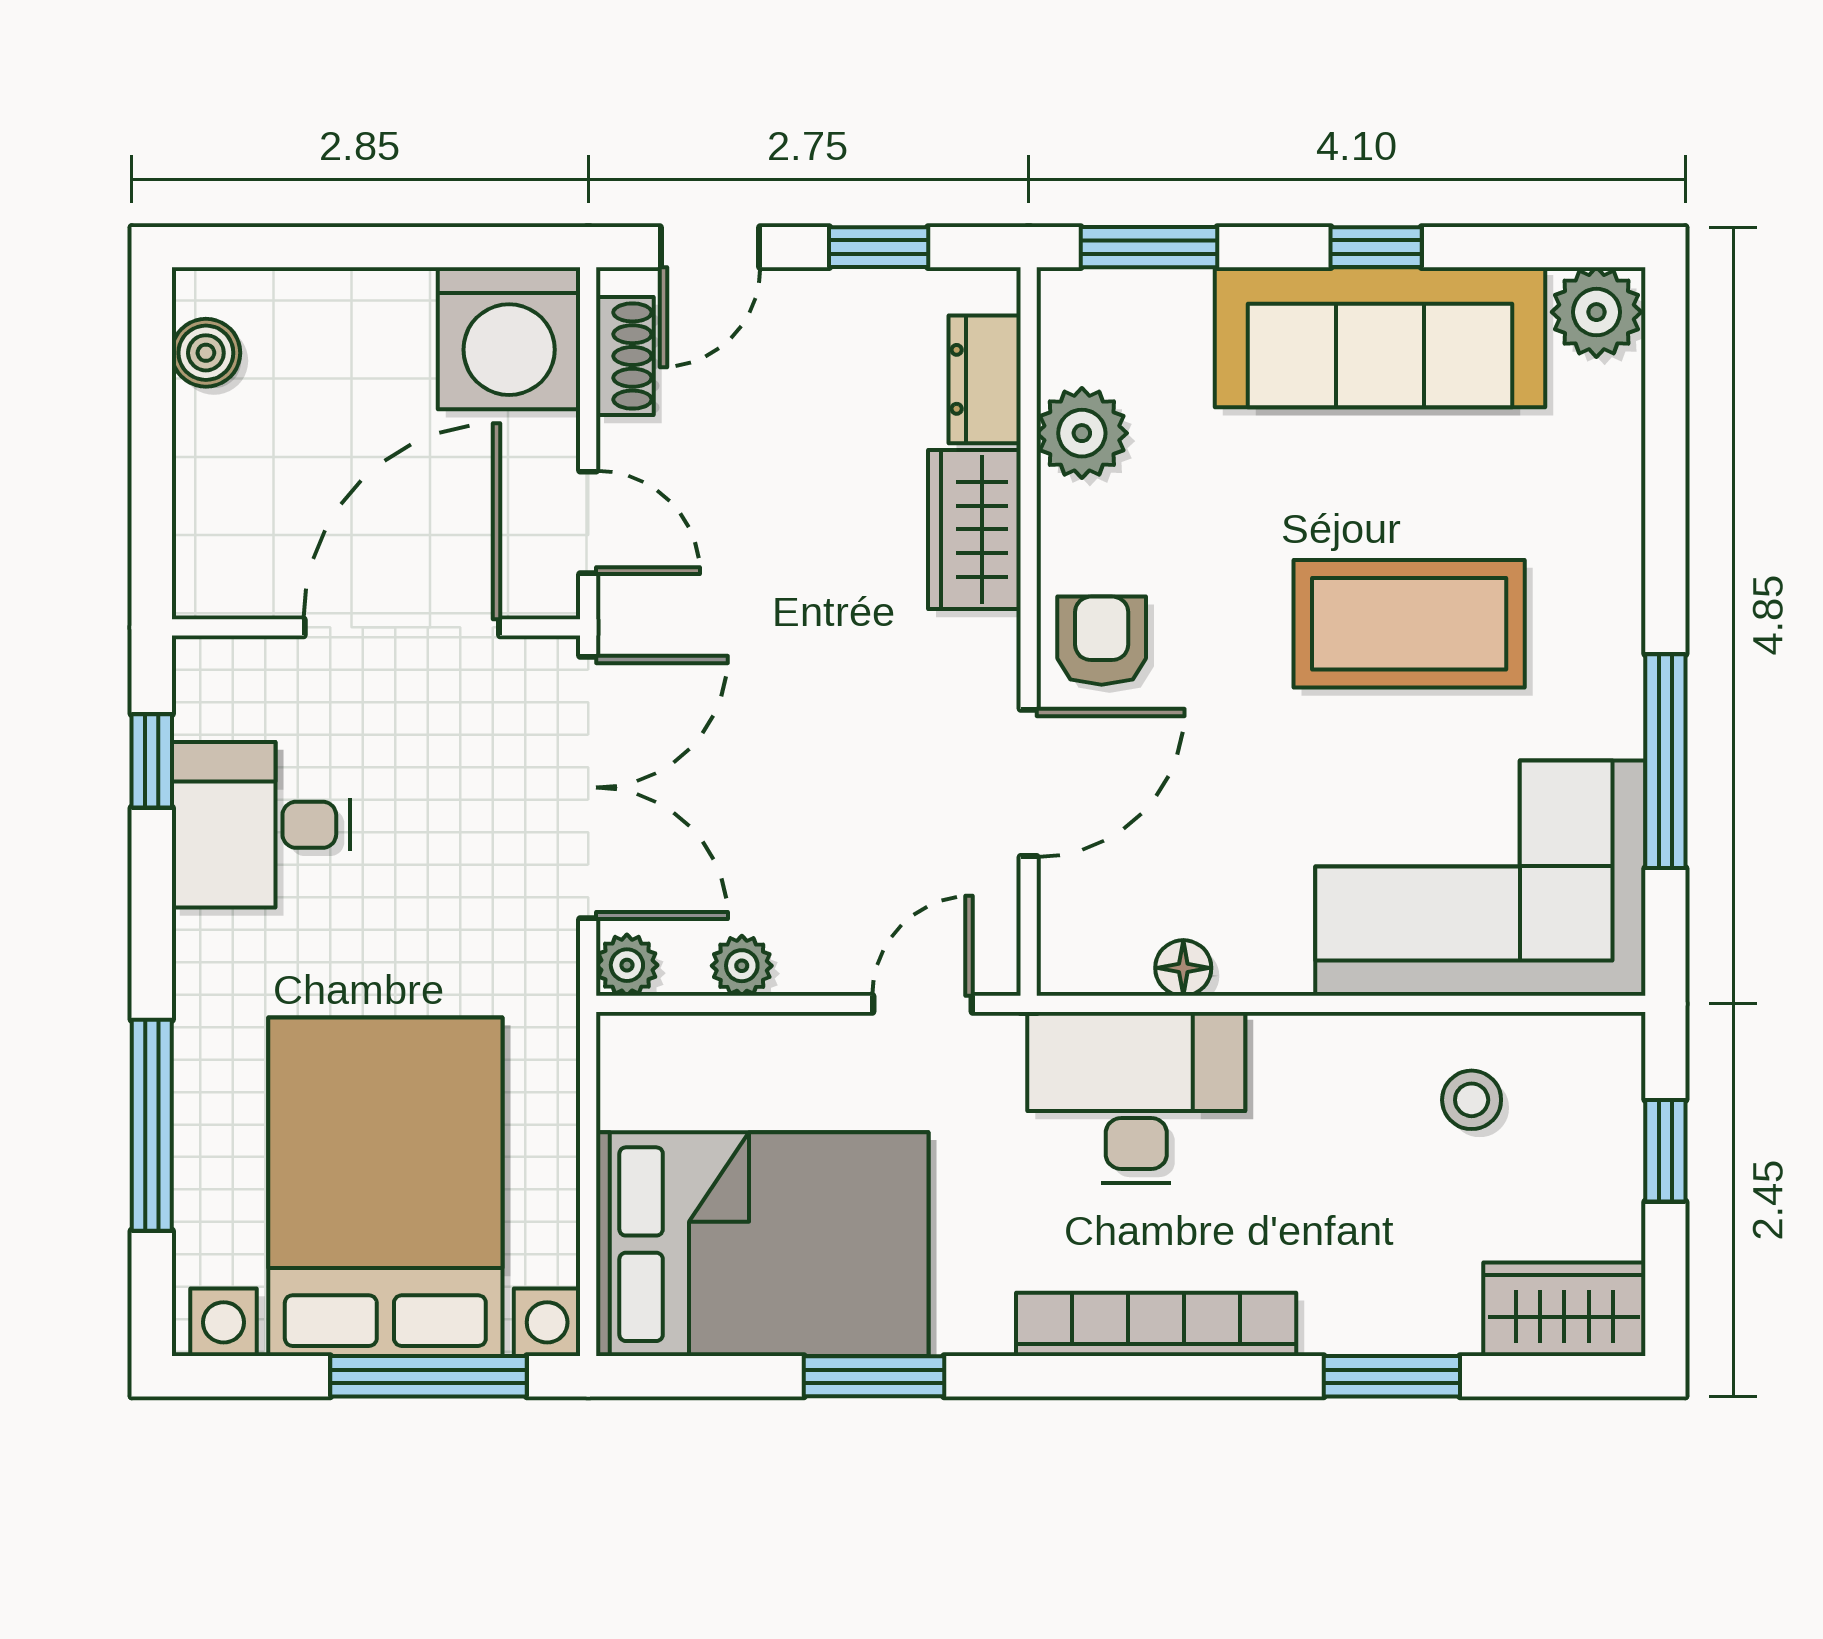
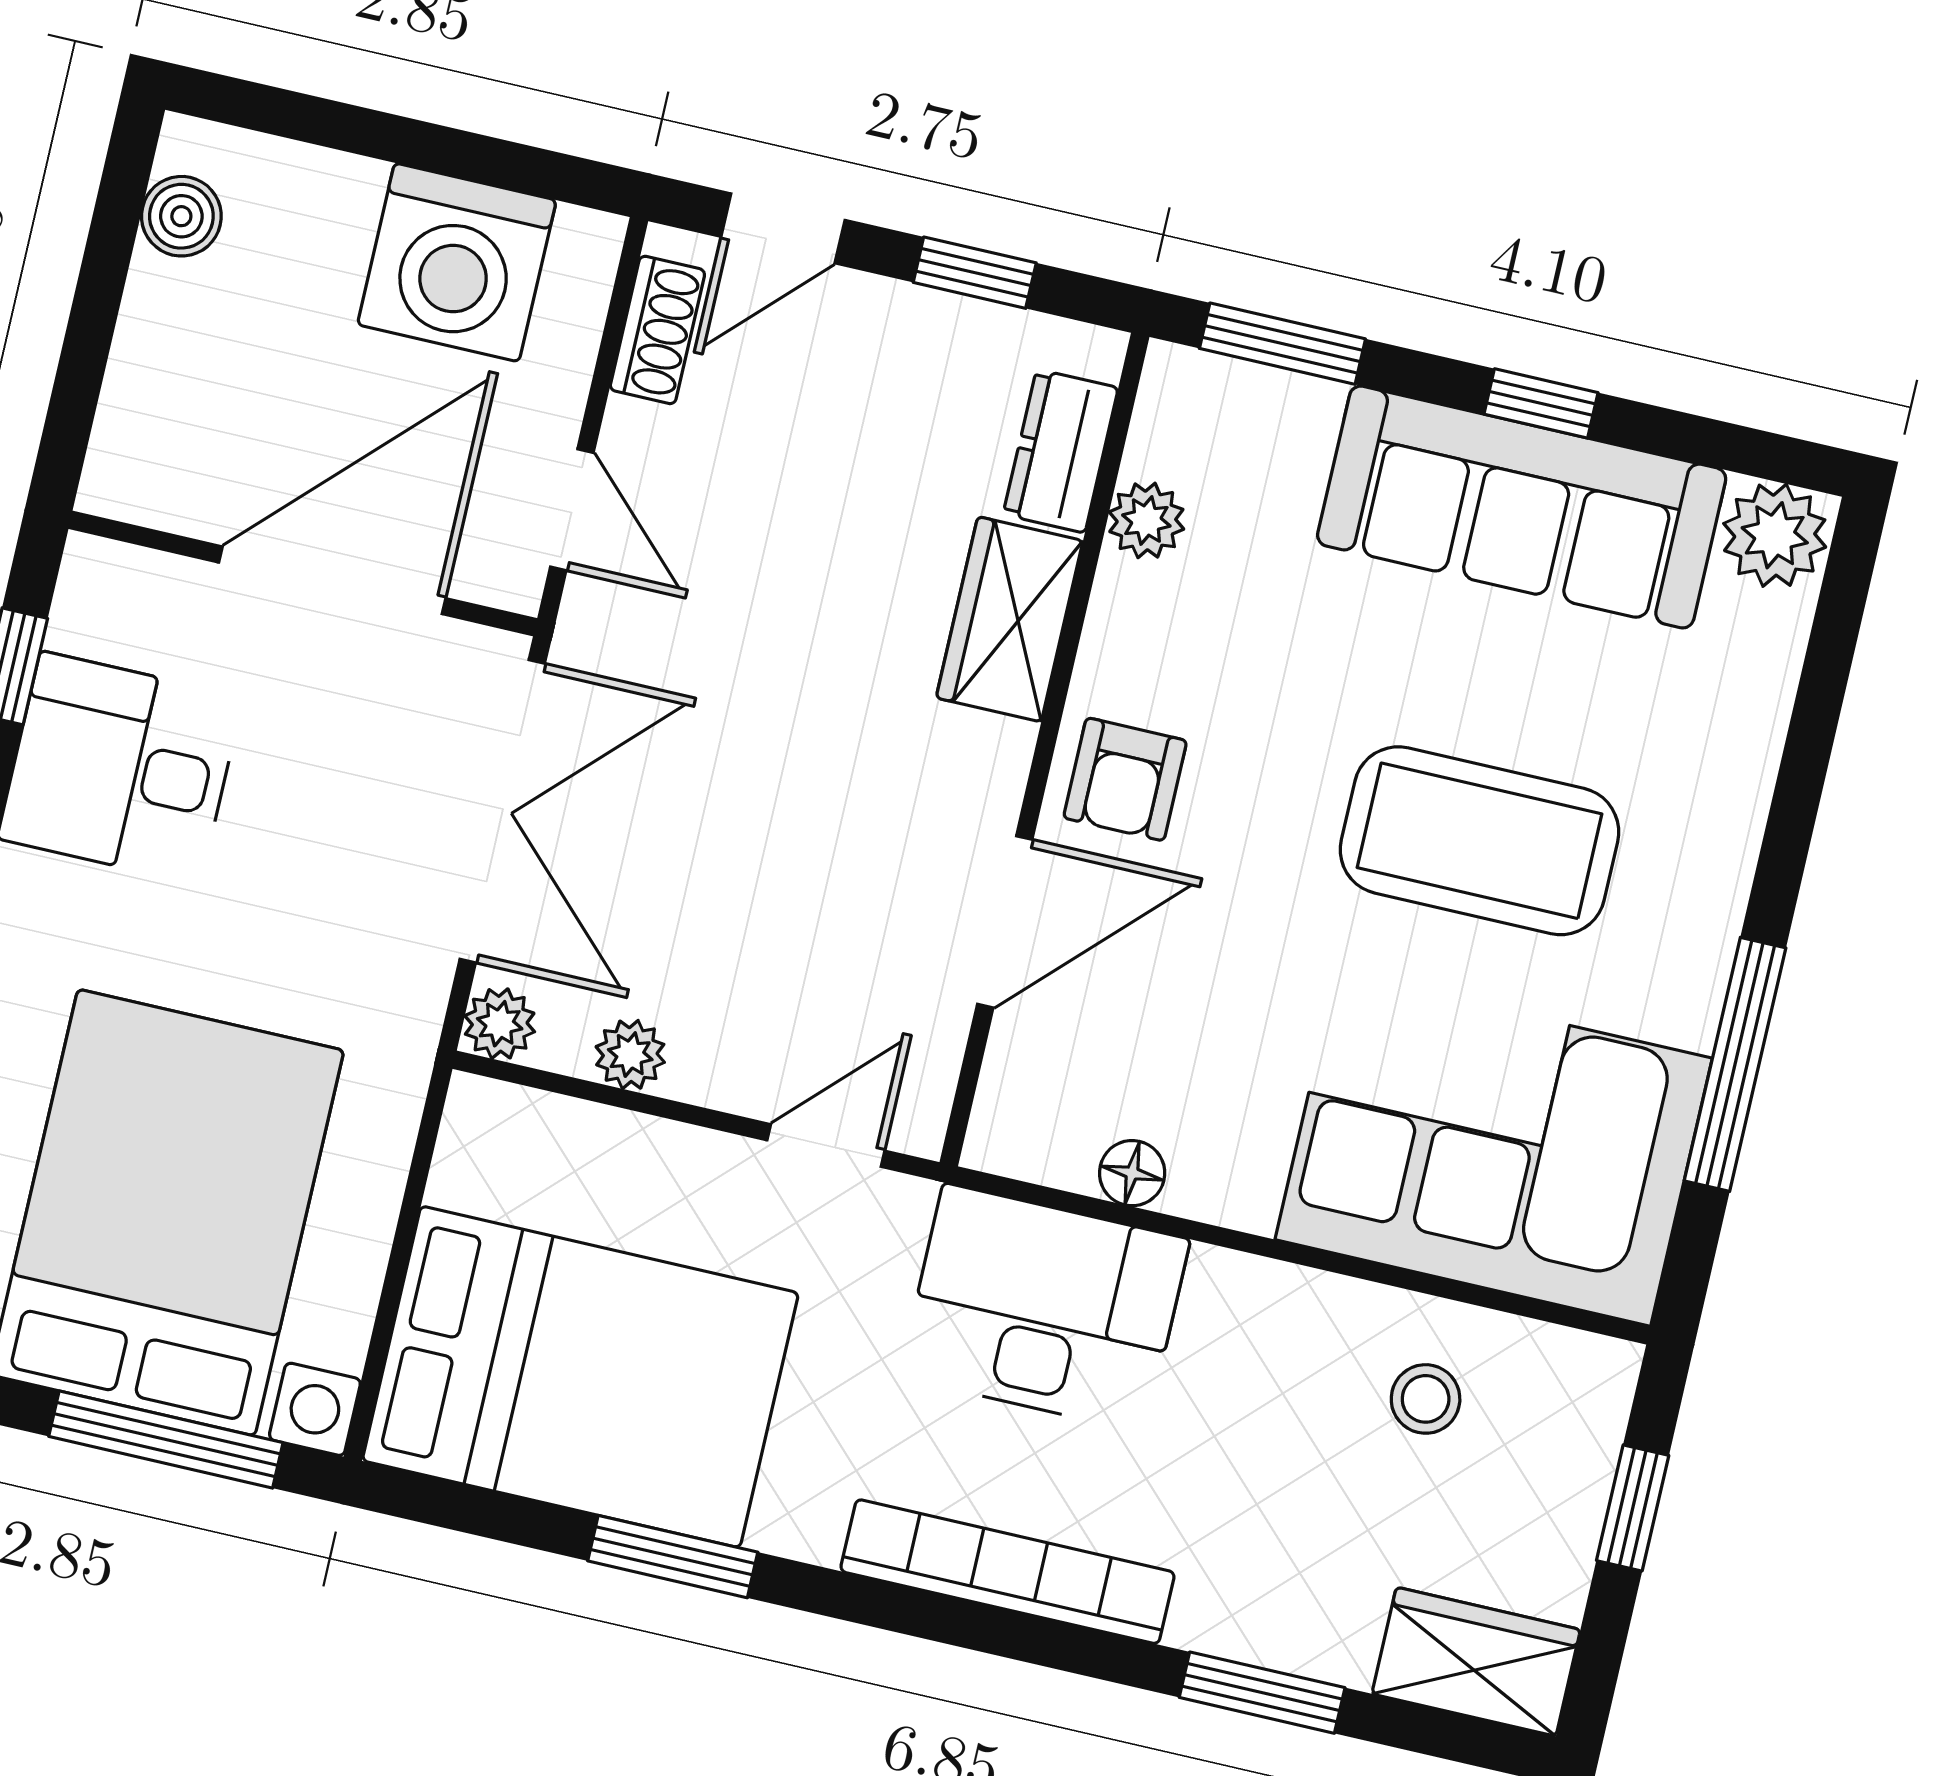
washing machine: (509, 338) -> (457, 262), moved
plant: (1082, 433) -> (1146, 520), width x0.73, depth x0.73
armchair: (1102, 641) -> (1125, 779), turned 180

